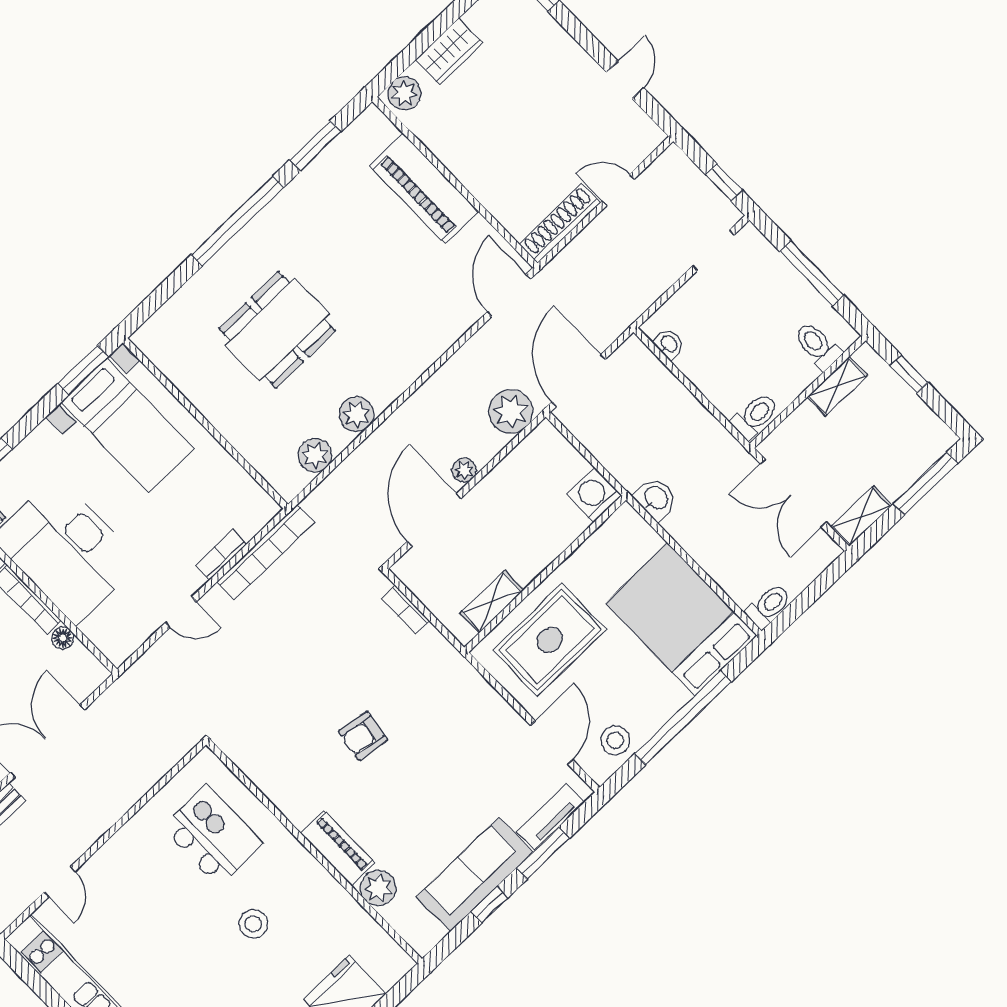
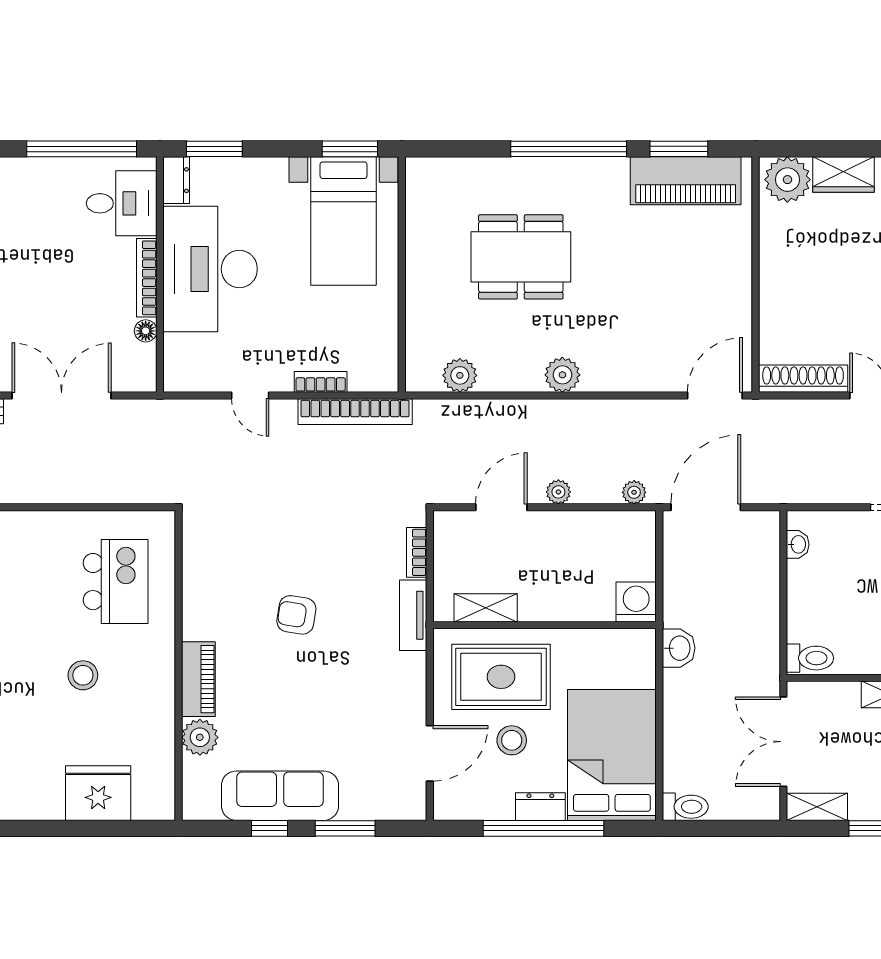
plant: (404, 93) -> (787, 180), width x1.36, depth x1.36
piano: (424, 189) -> (686, 181), moved, turned -90
plant: (511, 412) -> (634, 492), width x0.53, depth x0.53
plant: (356, 414) -> (562, 375), moved
door: (434, 520) -> (501, 507), width x0.73
dresser: (666, 705) -> (540, 807), added
stool: (615, 740) -> (512, 740), moved
tv unit: (550, 817) -> (413, 615), moved, turned -90

